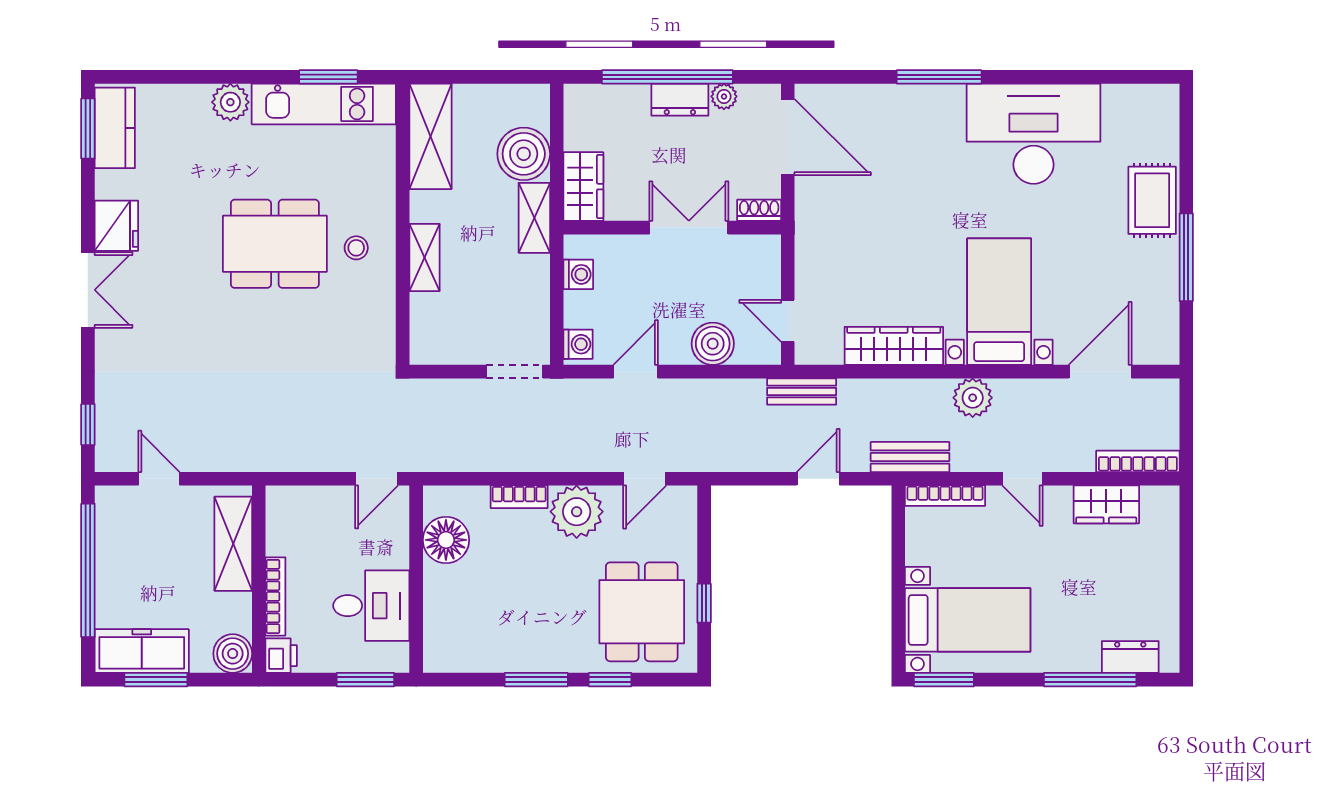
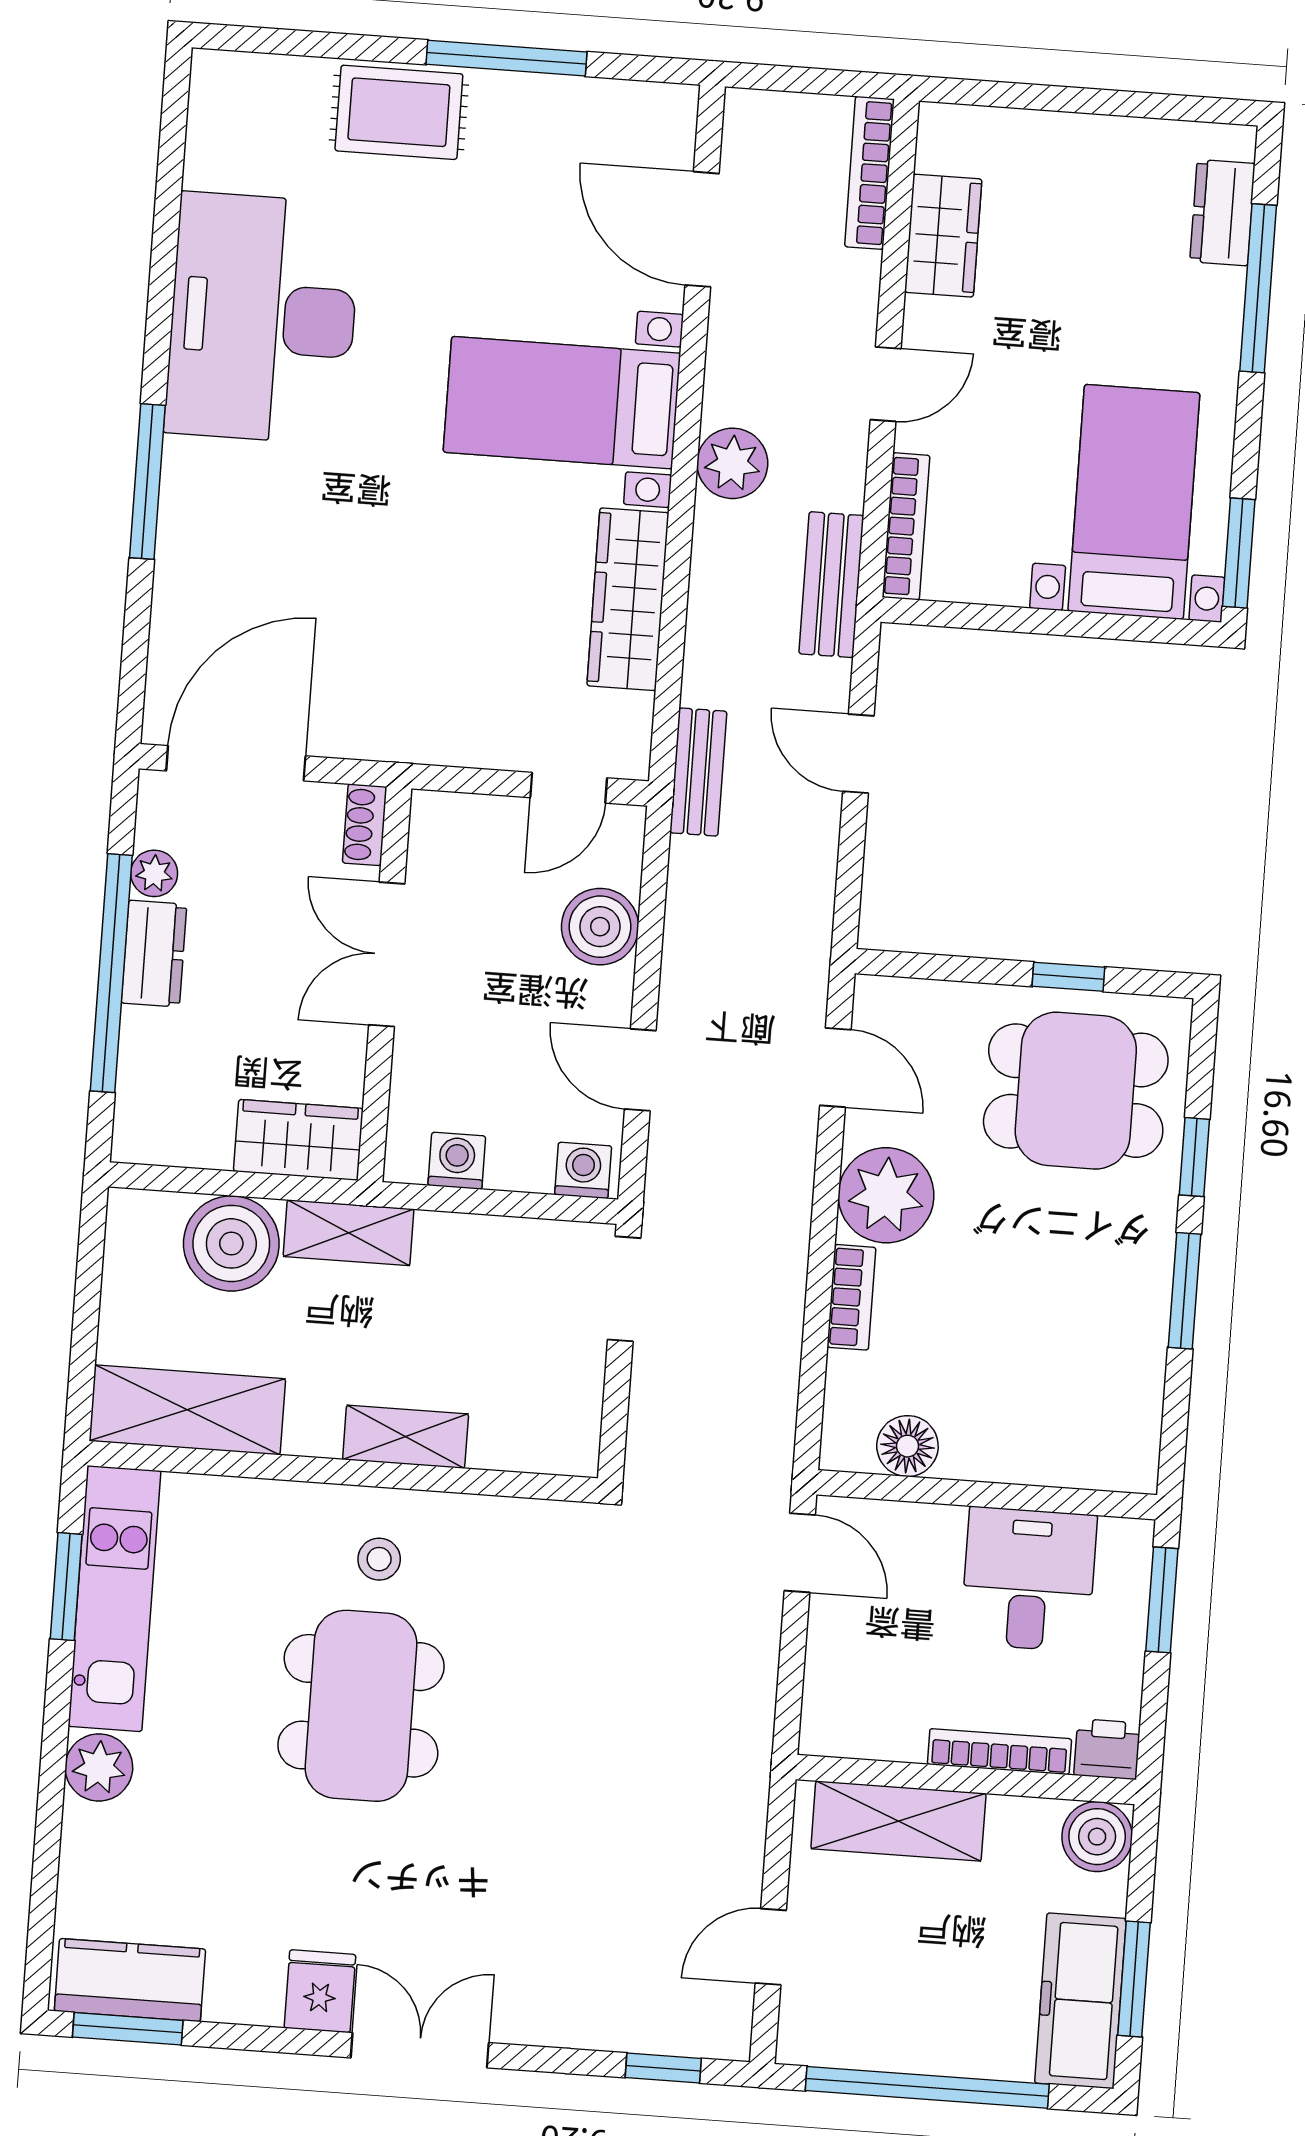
fridge: (116, 226) -> (320, 1991), width x0.72
floor lamp: (446, 540) -> (907, 1446), width x0.73, depth x0.73

